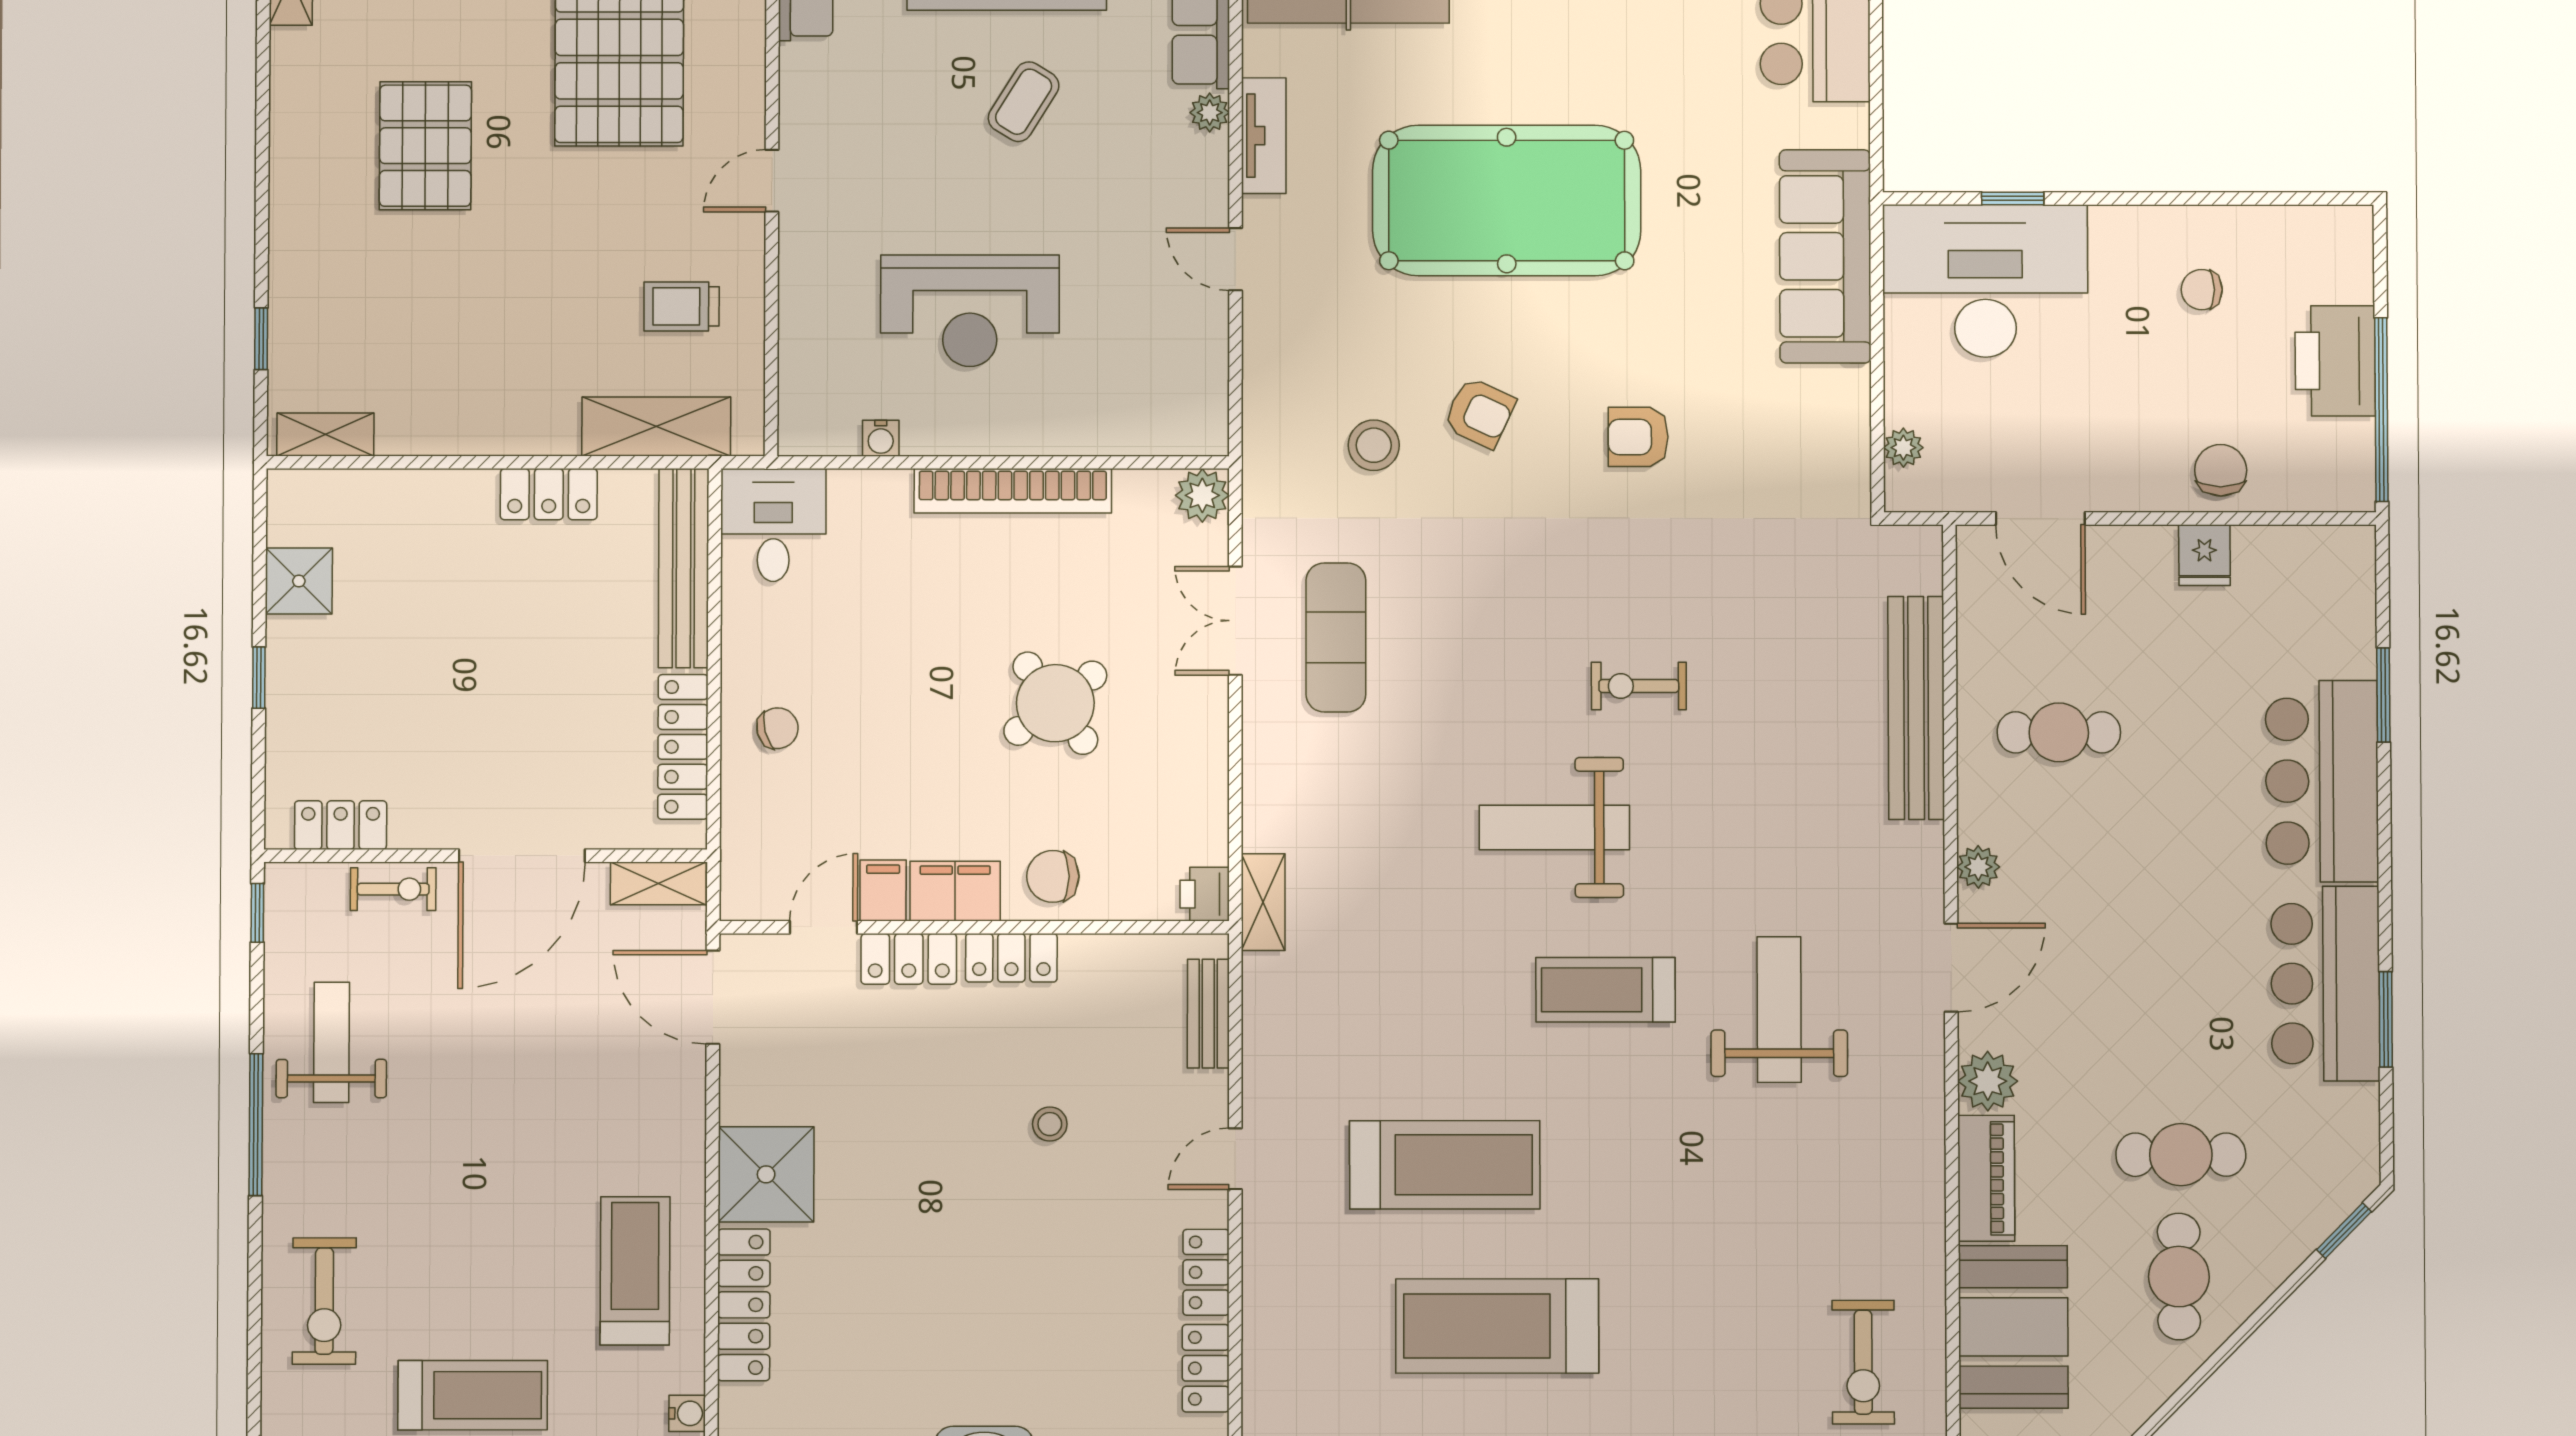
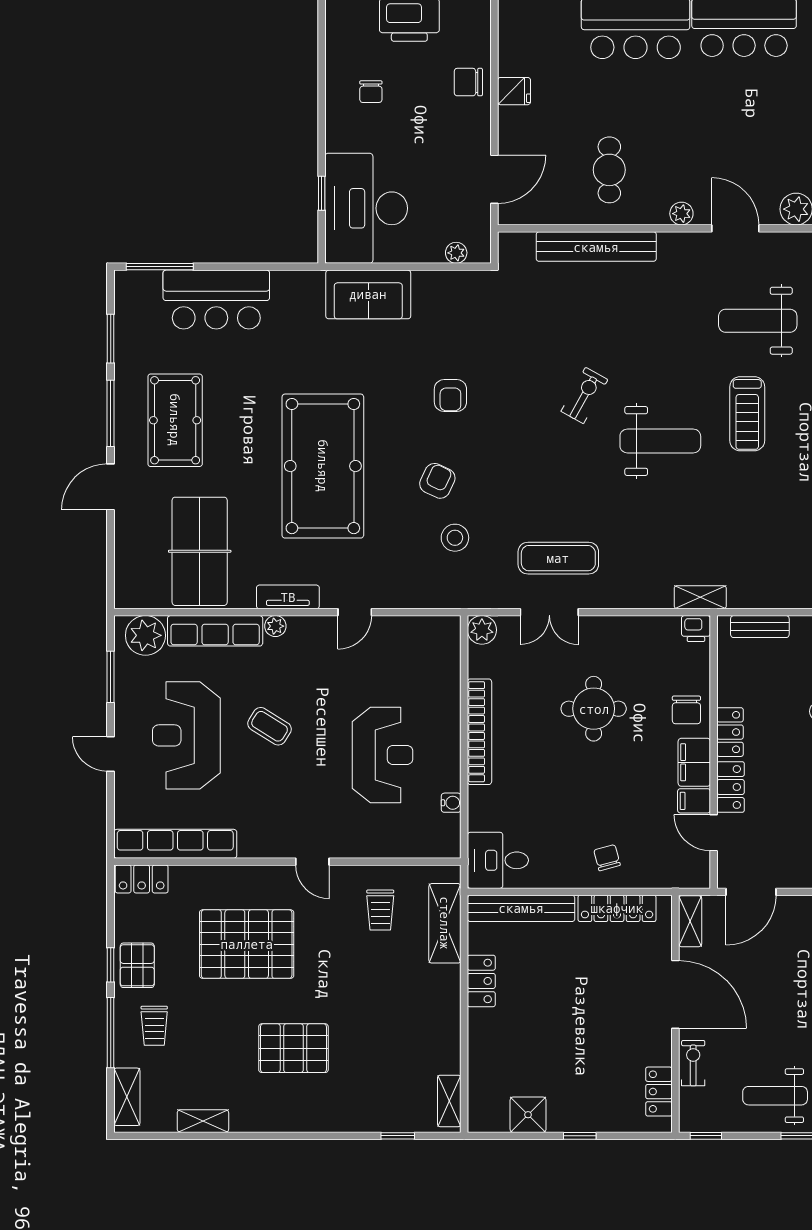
sofa: (1825, 256) -> (368, 294), width x0.73
exercise bike: (1639, 686) -> (584, 395), turned -151
round table: (1055, 703) -> (594, 709), turned 37
weight bench: (1554, 828) -> (660, 441), turned -90

